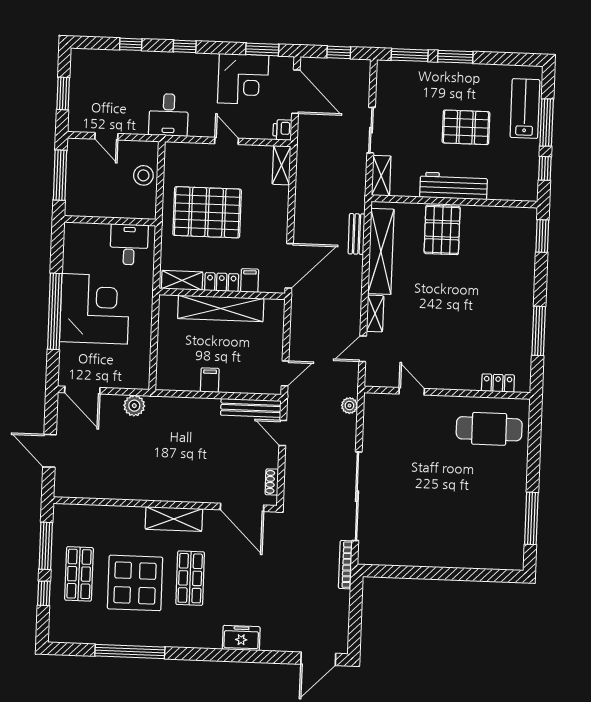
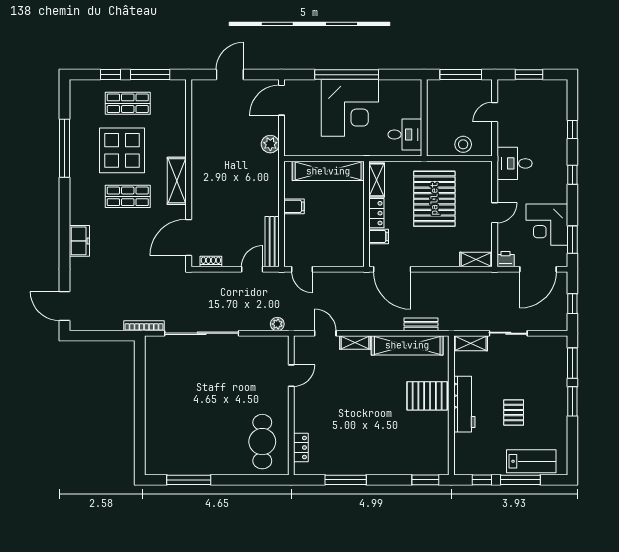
pallet: (466, 127) -> (514, 413), width x0.67, depth x0.71
shelving: (221, 308) -> (328, 171), moved, turned 90

